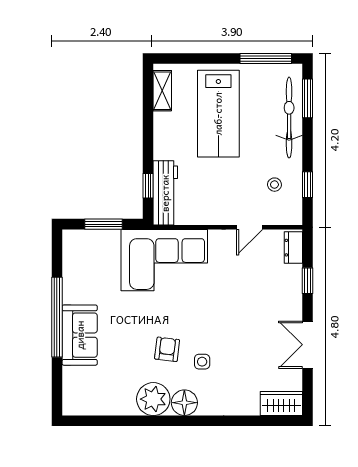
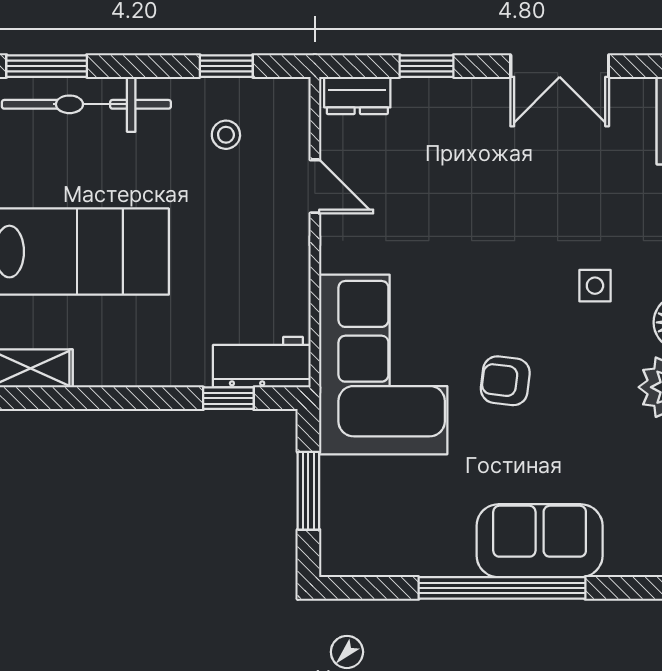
workbench: (165, 193) -> (262, 362), width x0.73
armchair: (167, 349) -> (505, 381), moved

